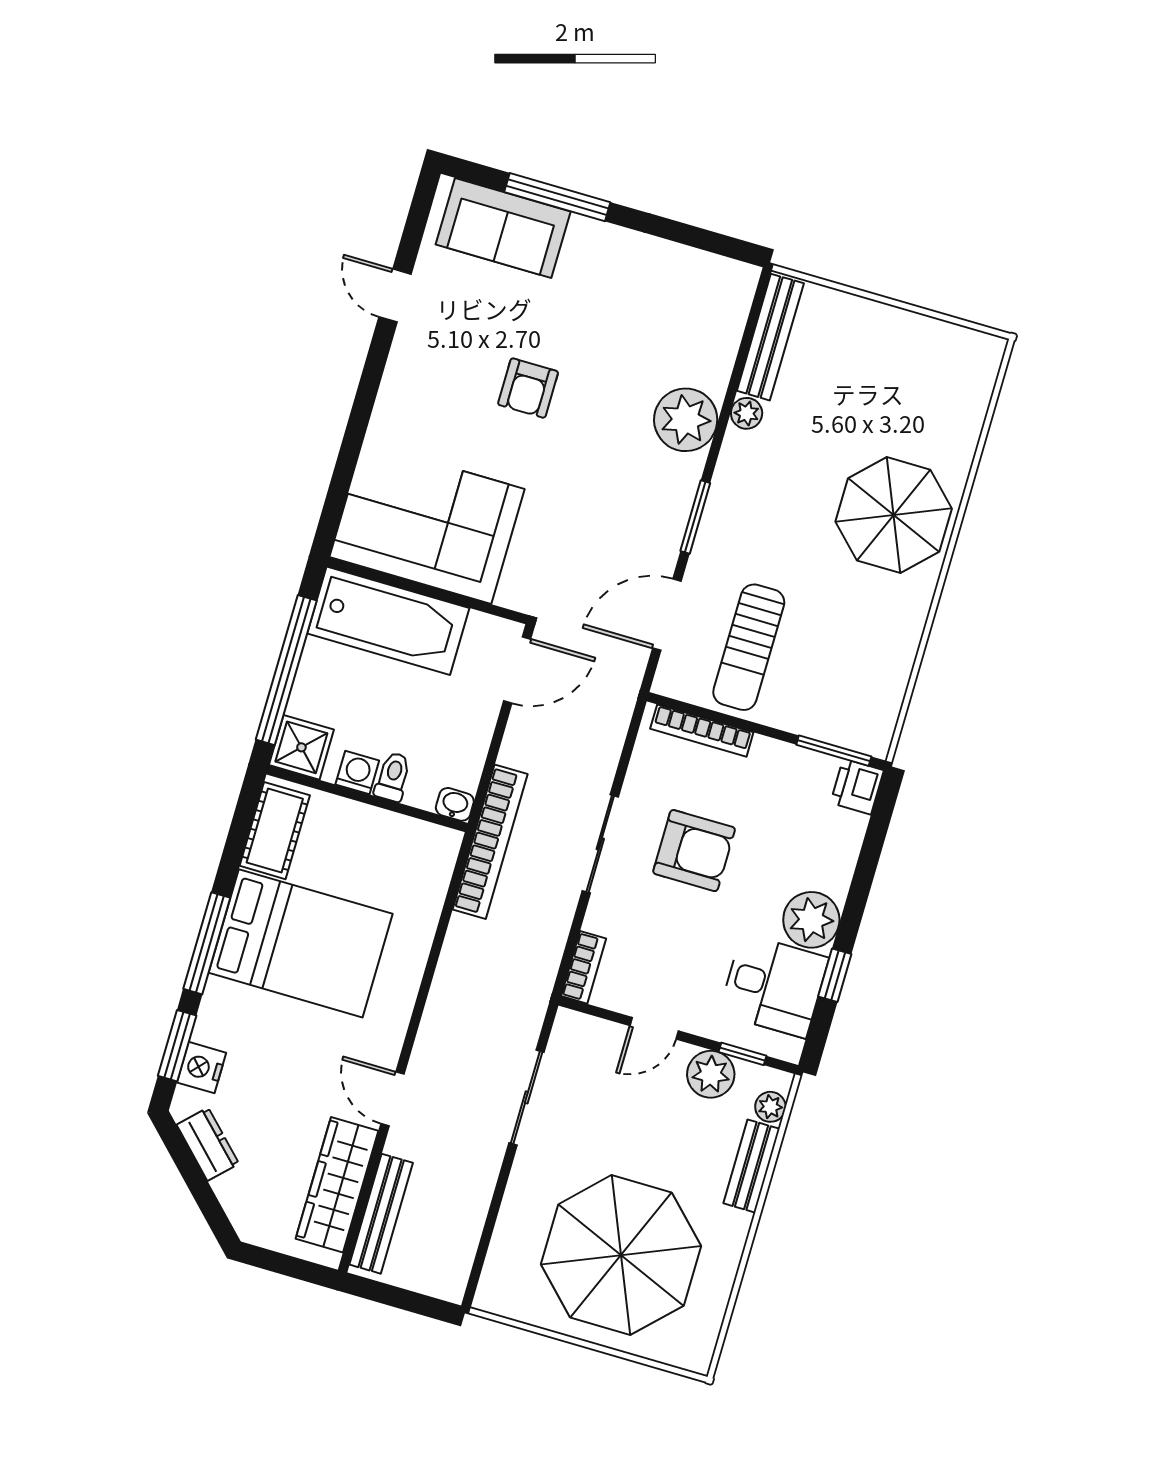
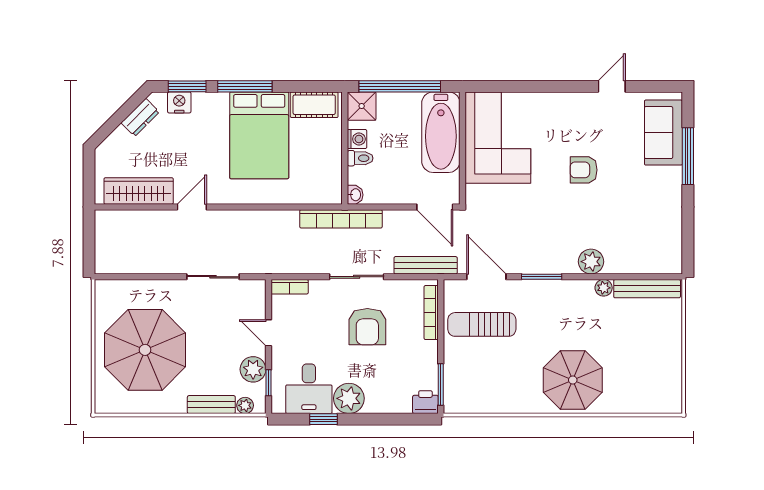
plant: (686, 420) -> (591, 262), width x0.73, depth x0.73
bench: (381, 1214) -> (426, 265), moved

